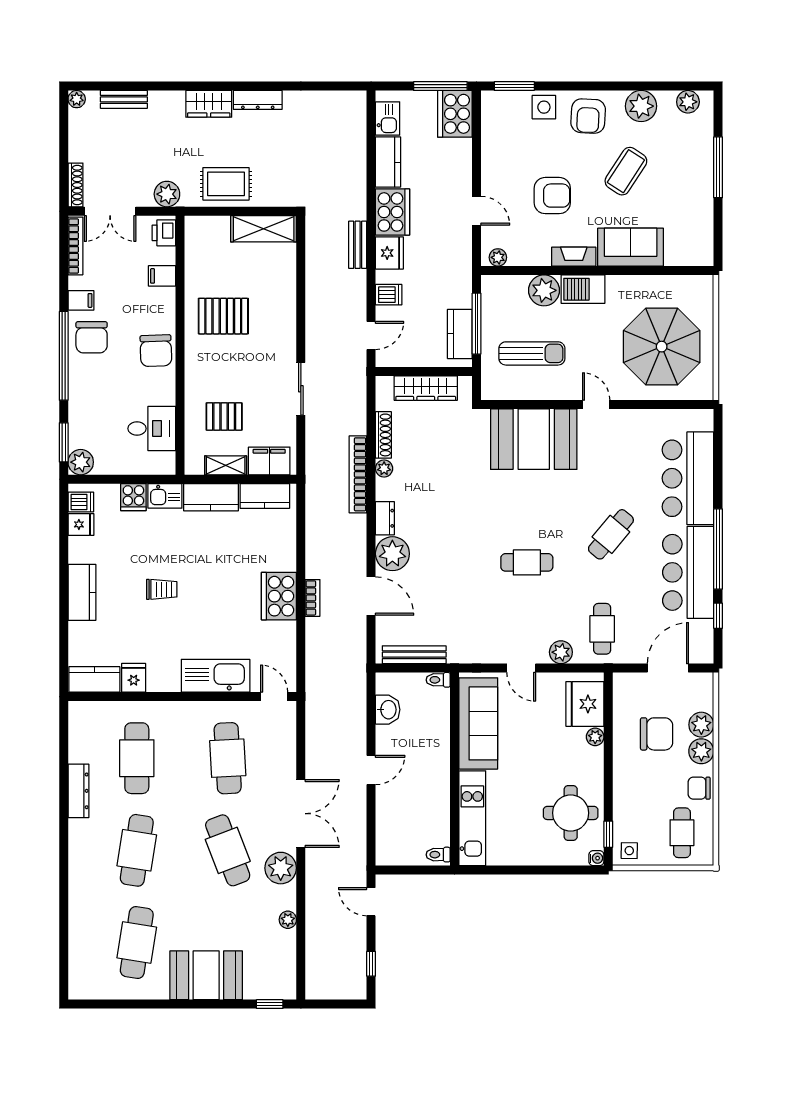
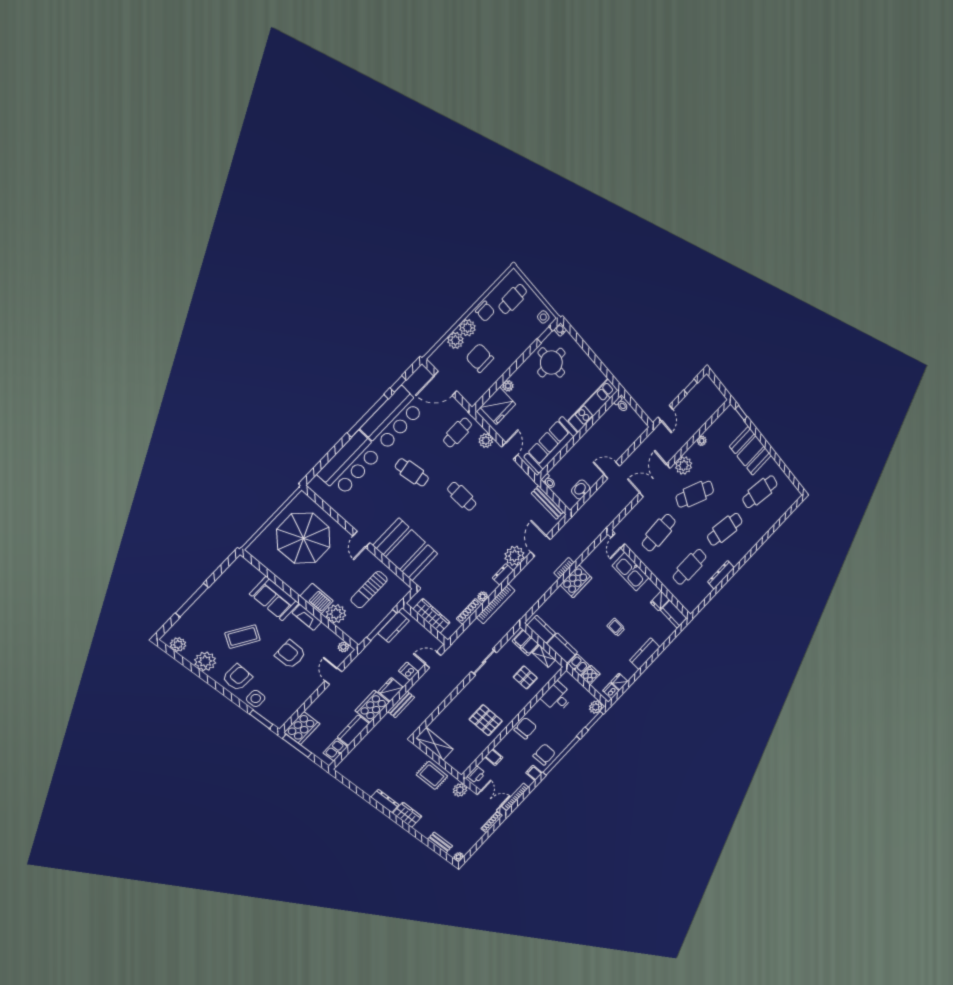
sun lounger: (532, 353) -> (369, 590), turned -90
cafe table: (611, 534) -> (412, 472), turned 41
cafe table: (228, 850) -> (695, 494), turned 45

